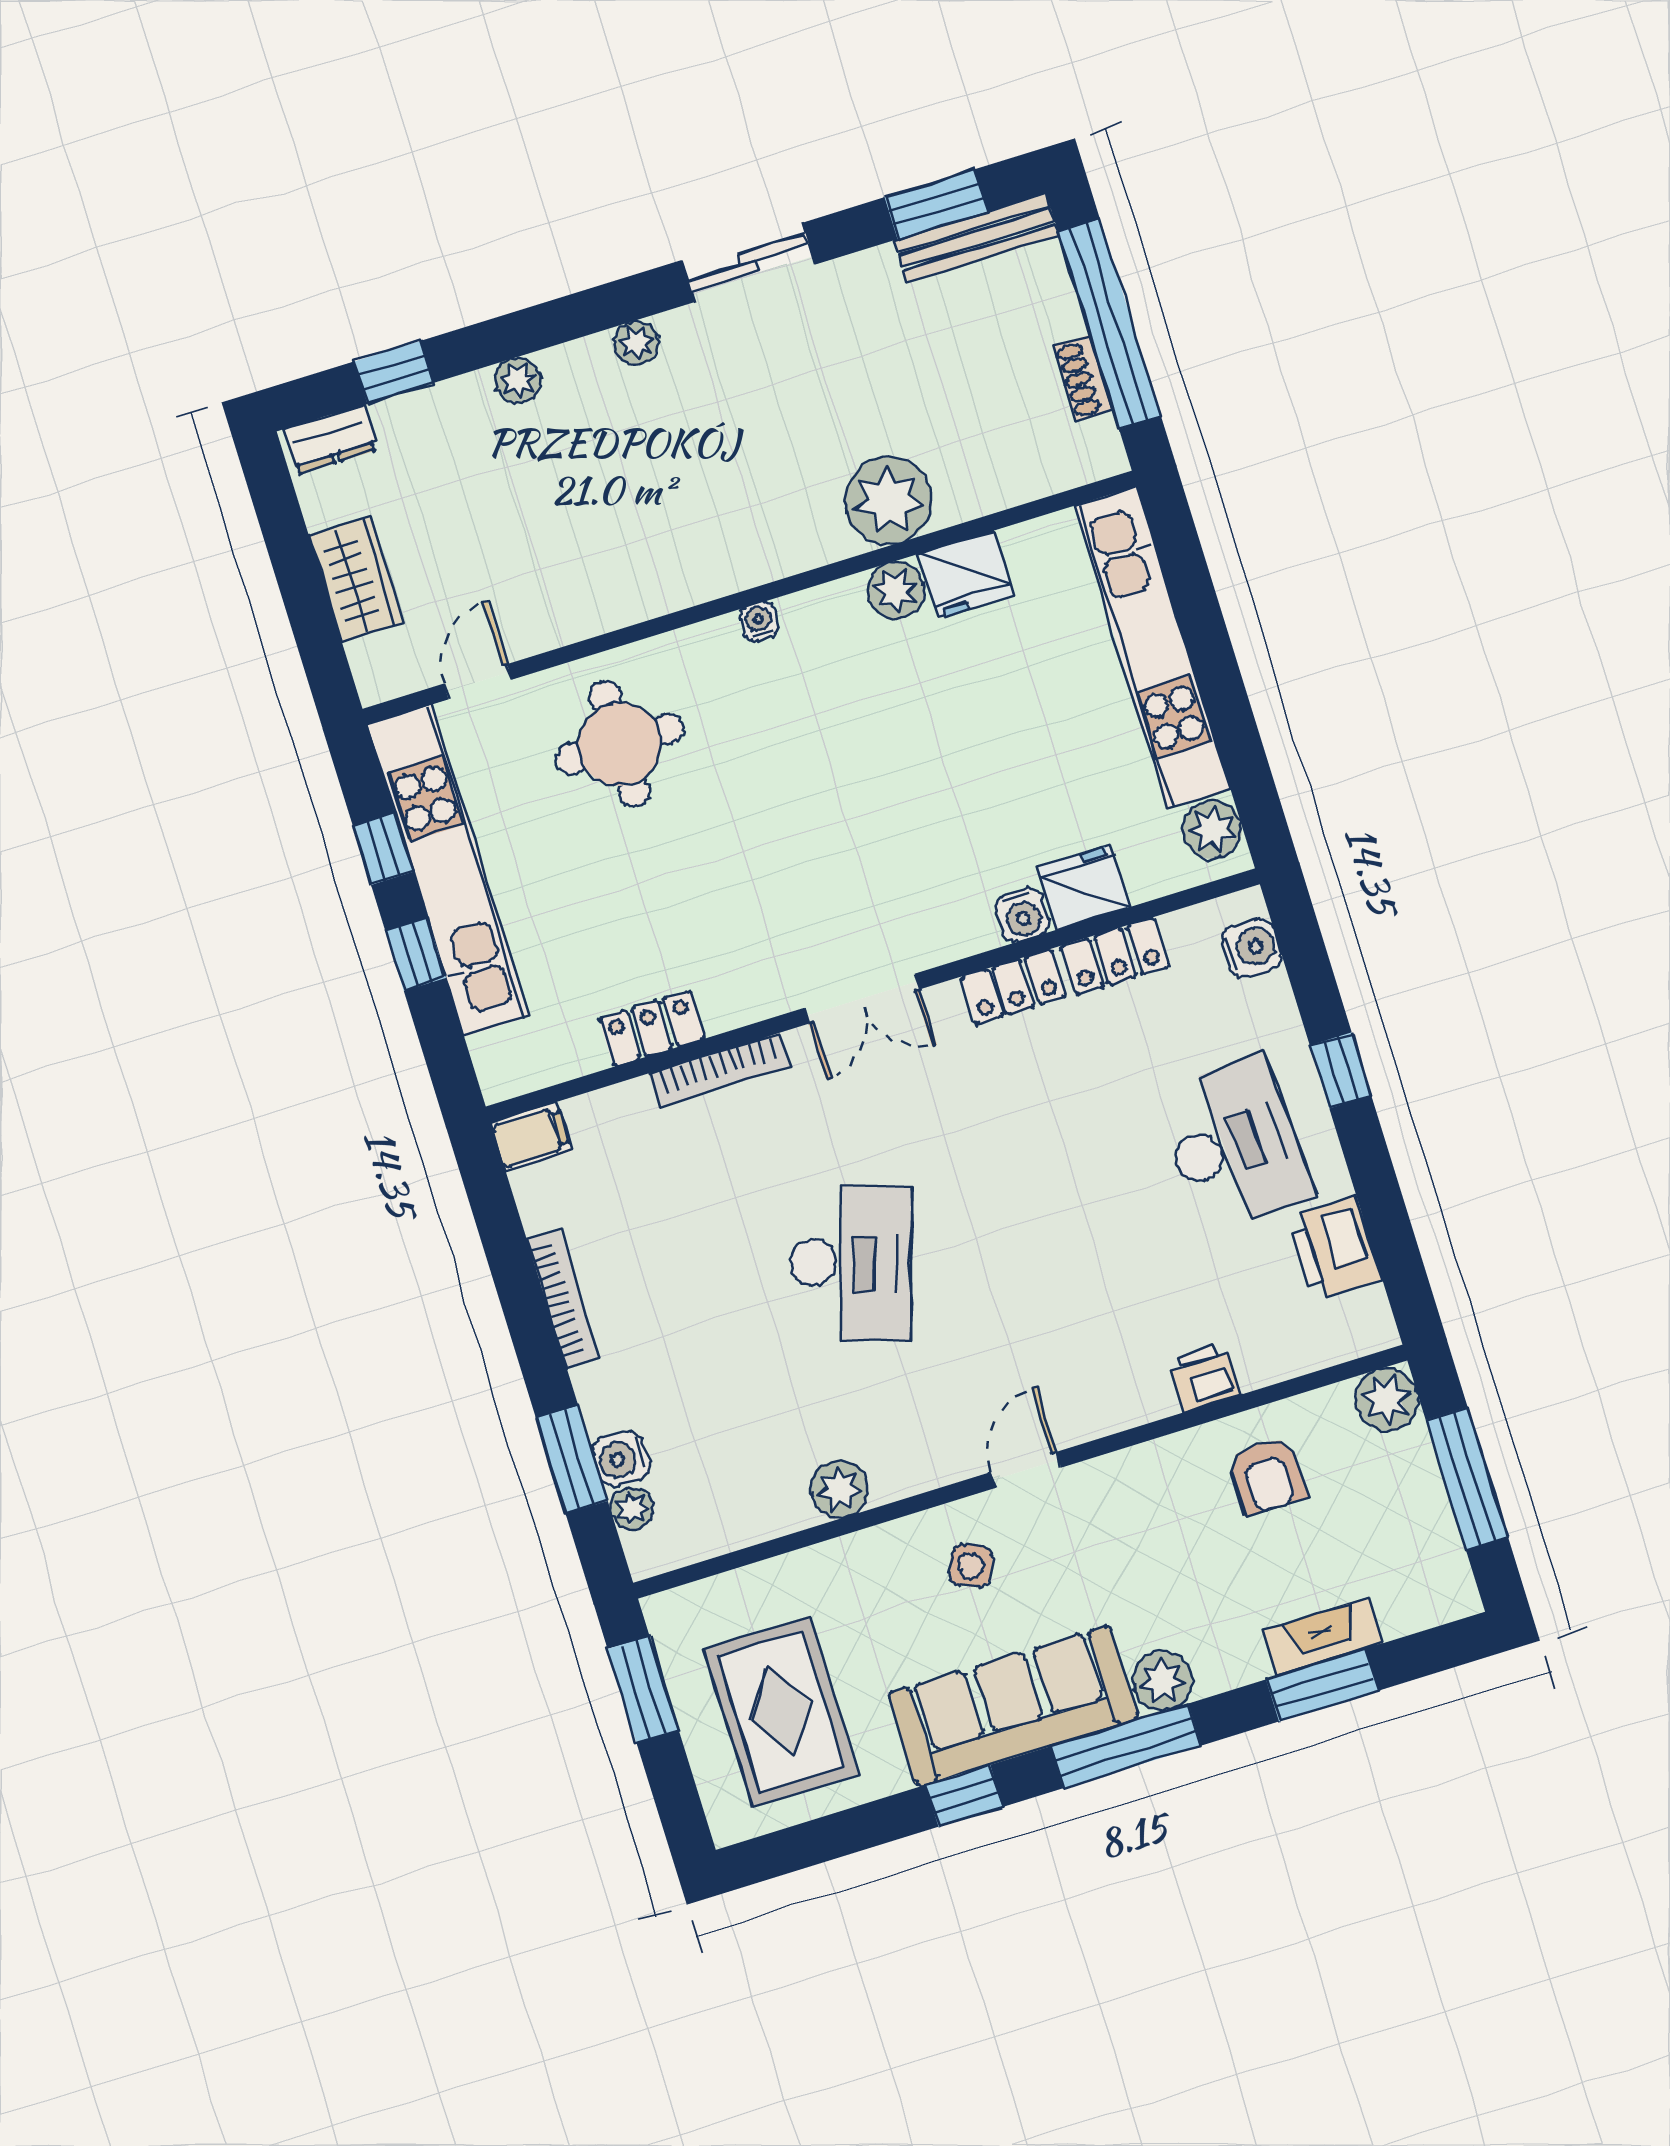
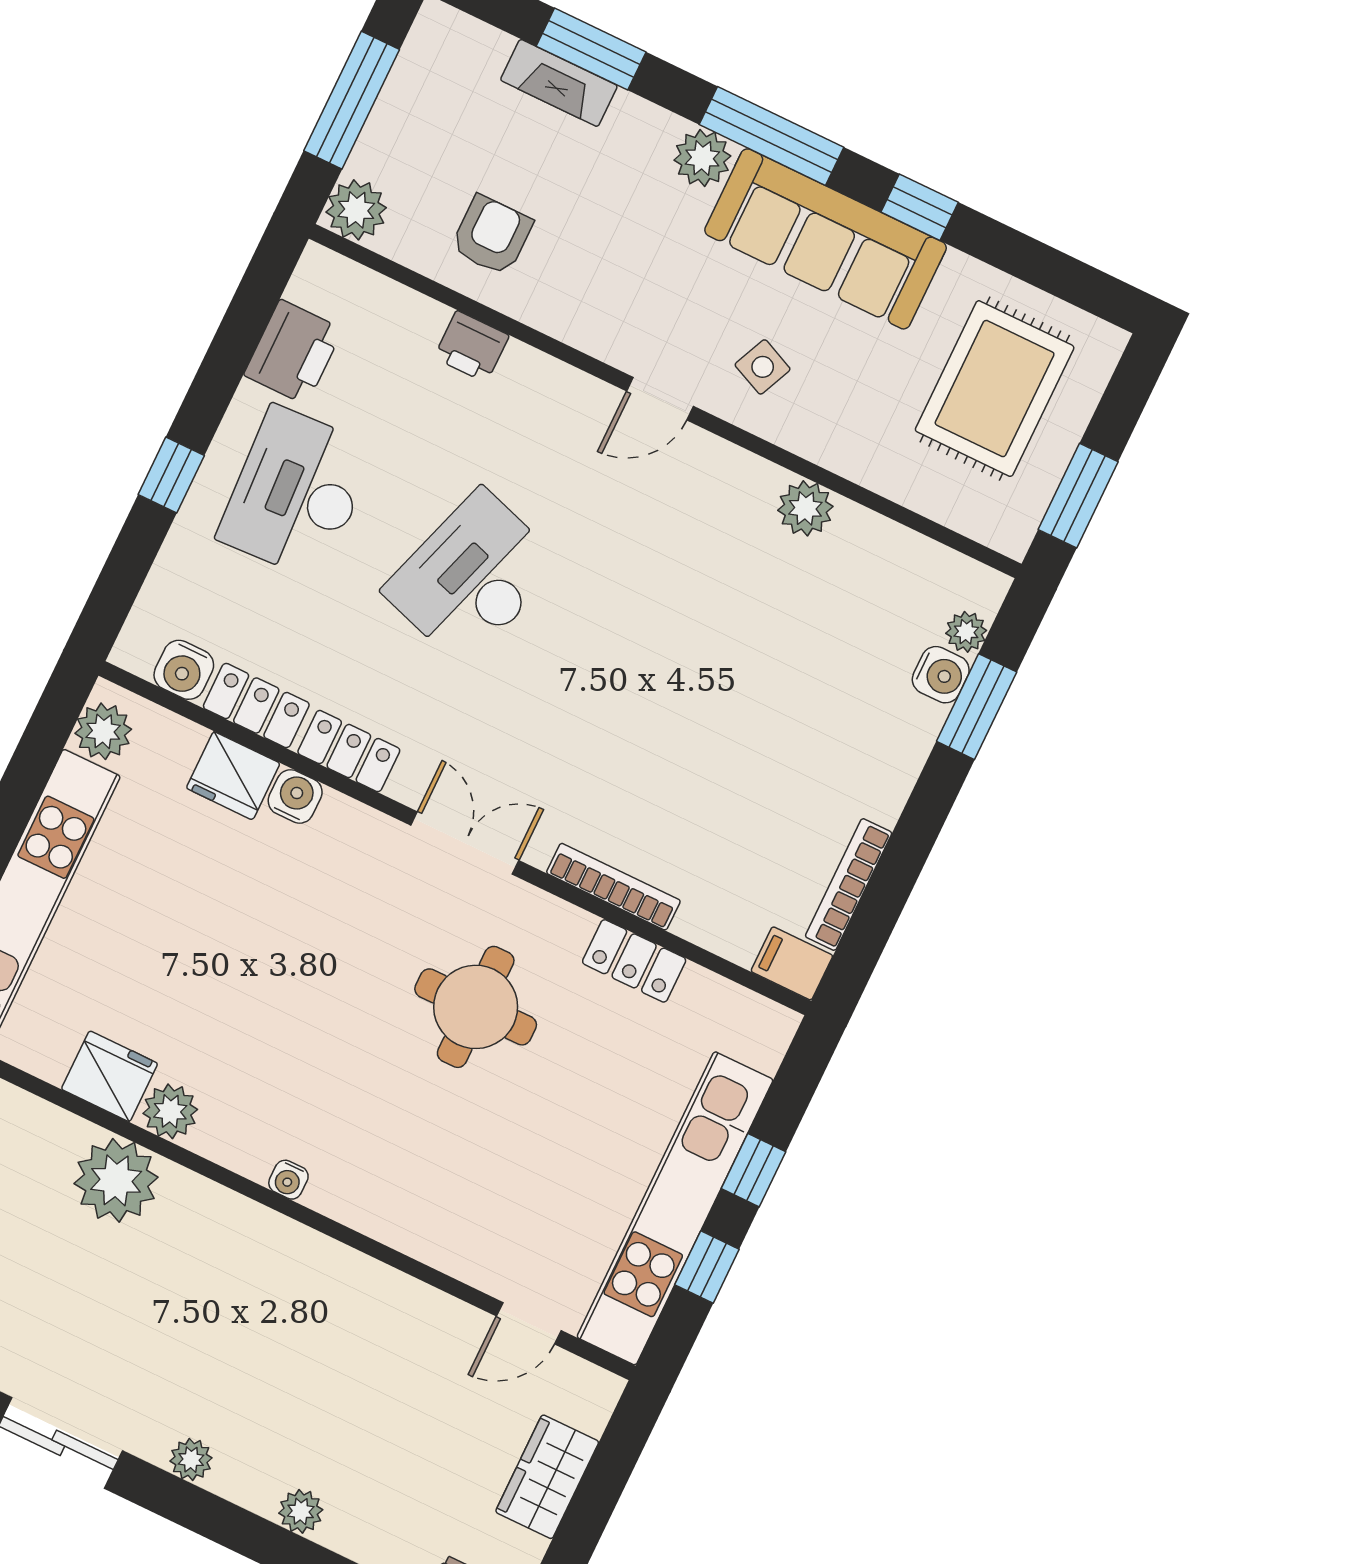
round table: (620, 744) -> (476, 1007), moved
water cooler: (1252, 948) -> (184, 670), moved, turned -90
desk: (851, 1263) -> (472, 577), moved
bookcase: (563, 1298) -> (849, 884), moved

